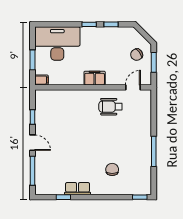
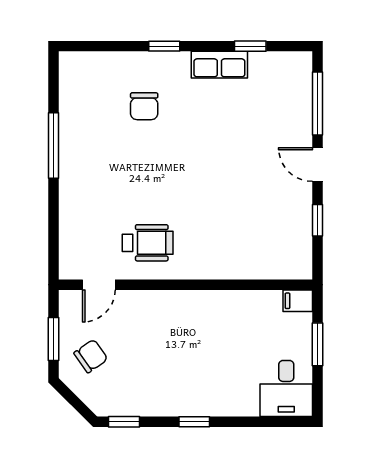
window: (111, 24) -> (124, 422), moved
desk: (57, 44) -> (286, 388), width x0.53, depth x0.77
filing cabinet: (95, 78) -> (182, 305), removed
window: (140, 197) -> (164, 46), moved

